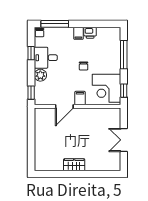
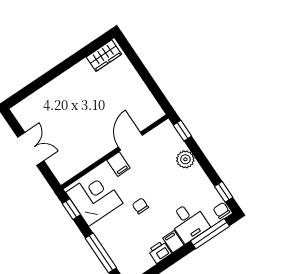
window: (31, 53) -> (224, 192), moved
desk: (46, 58) -> (189, 222), moved, turned 90
wardrobe: (74, 165) -> (104, 56), moved

